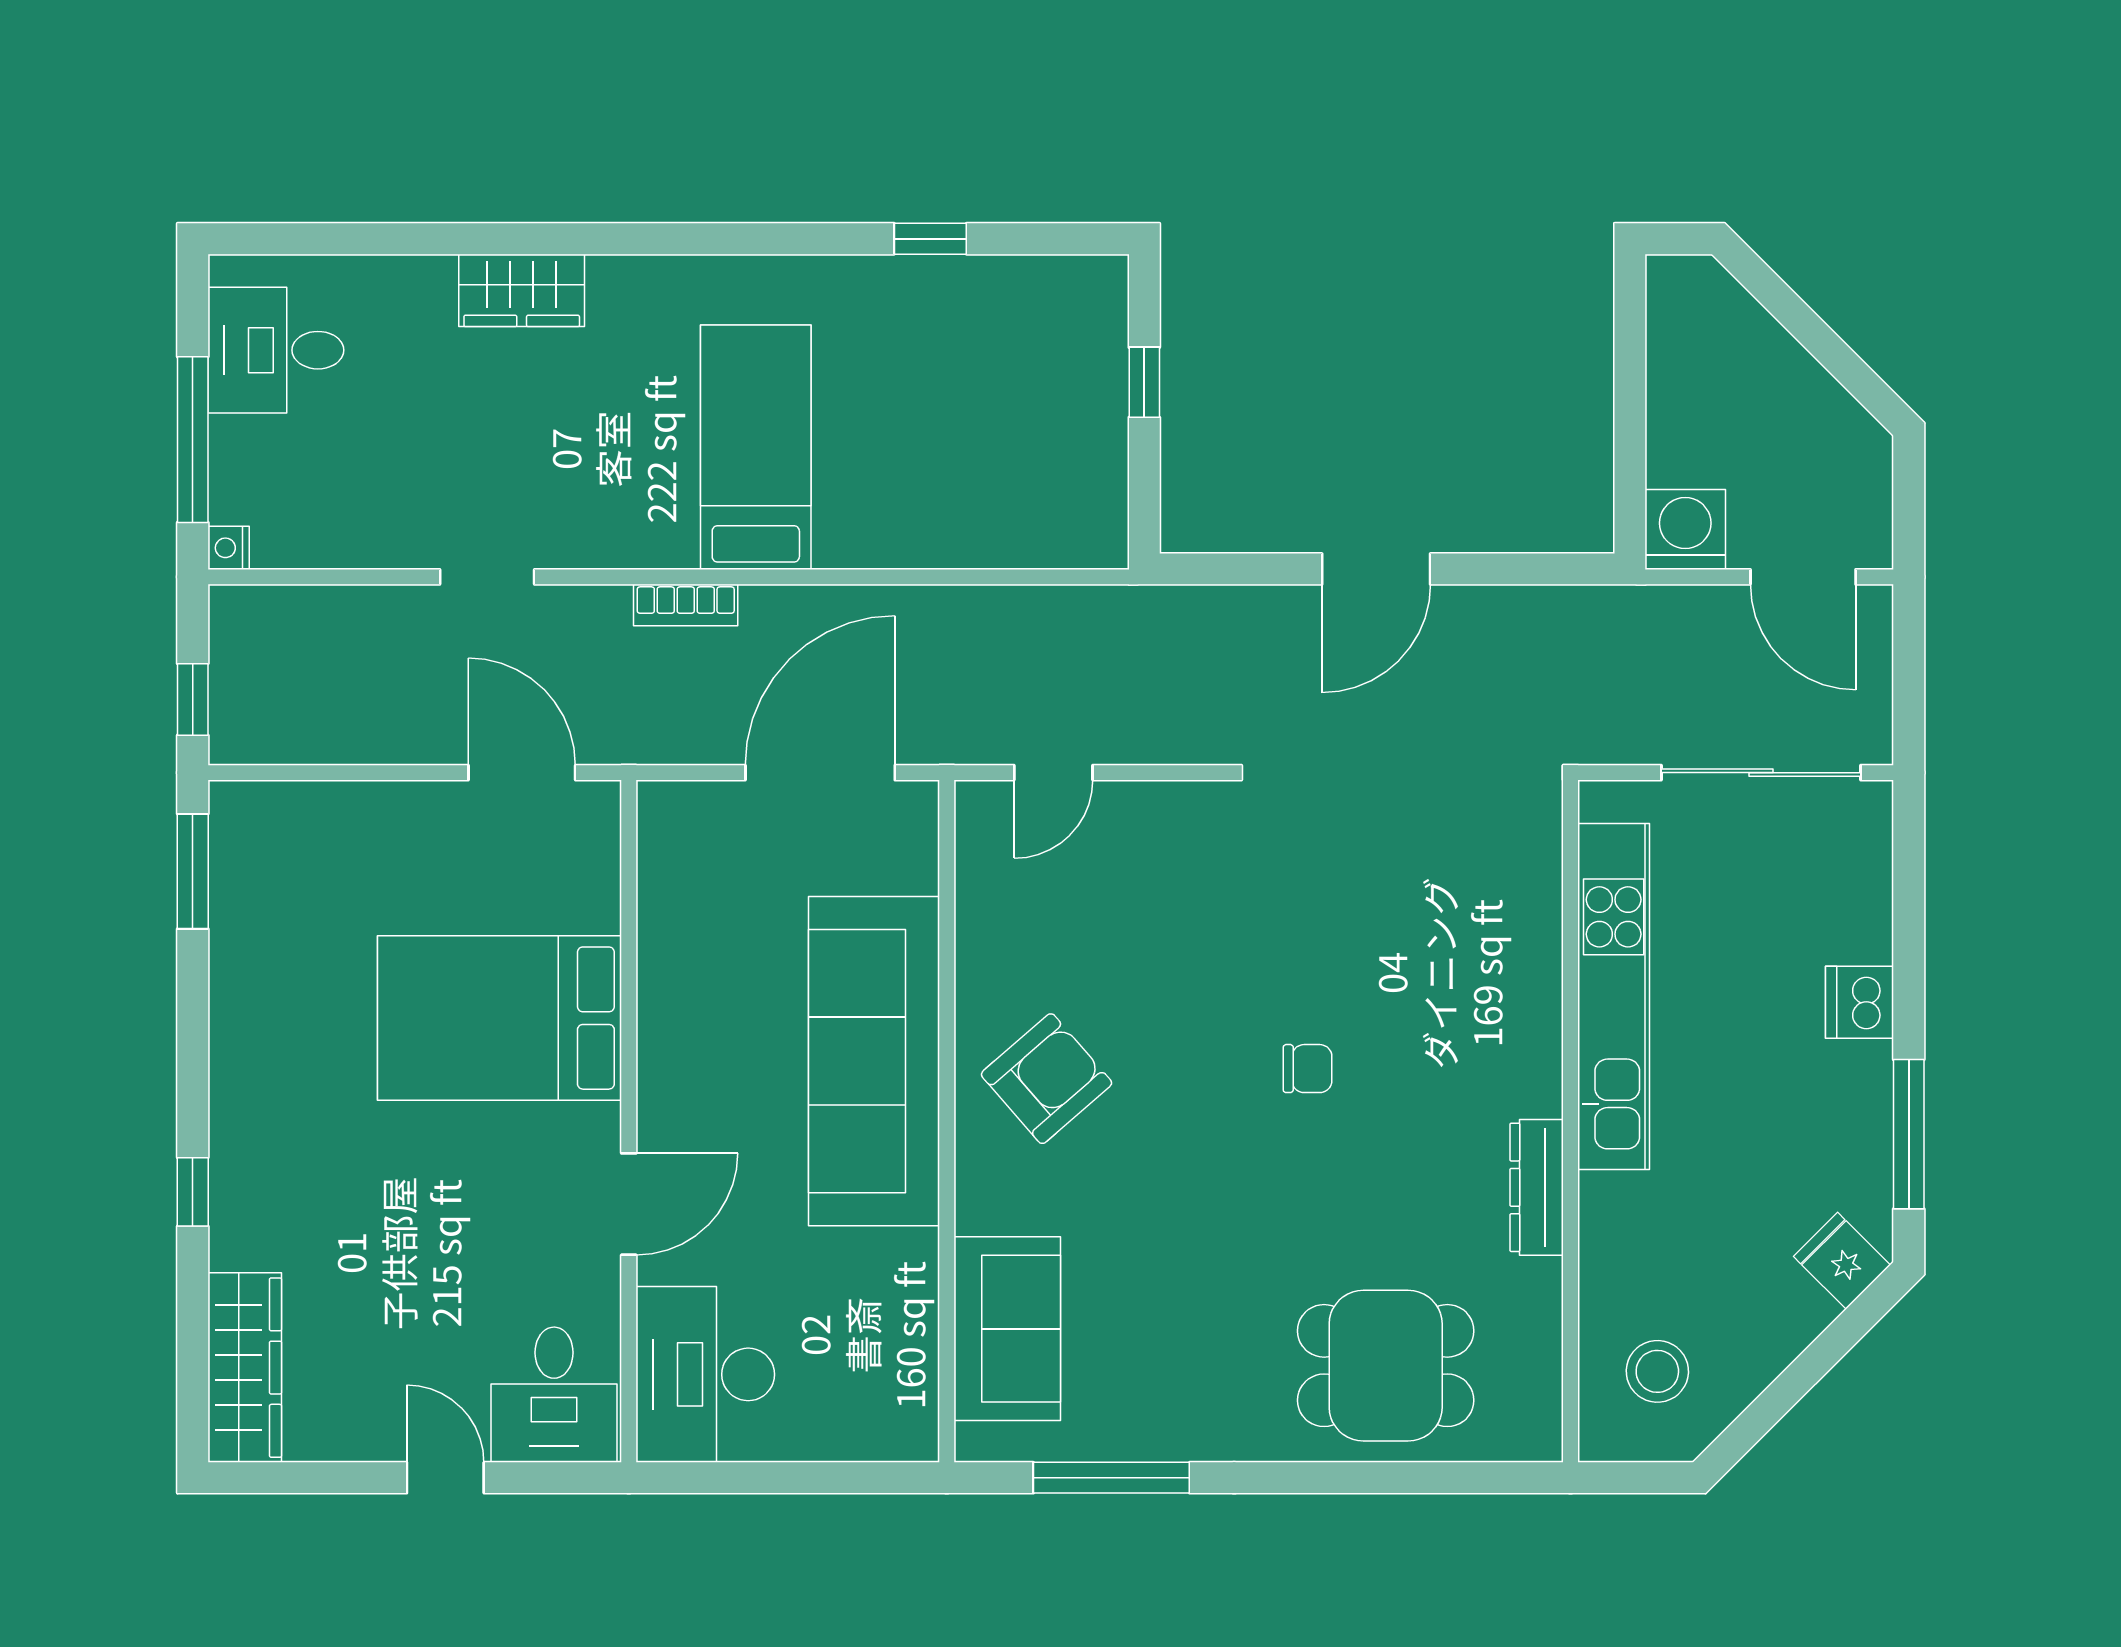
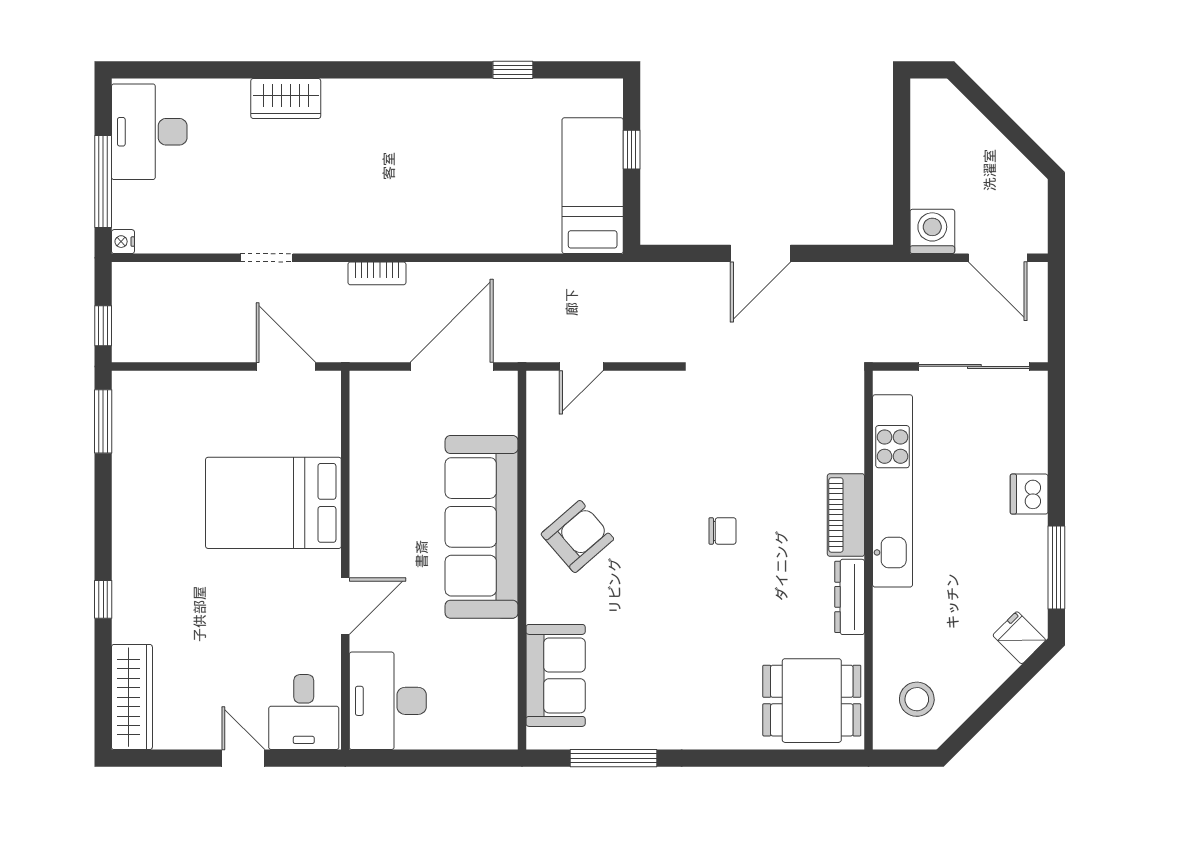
desk: (276, 350) -> (149, 132), width x1.37
bed: (756, 447) -> (593, 186), moved
piano: (1530, 1040) -> (846, 515), added
dining table: (1386, 1366) -> (812, 701), moved

